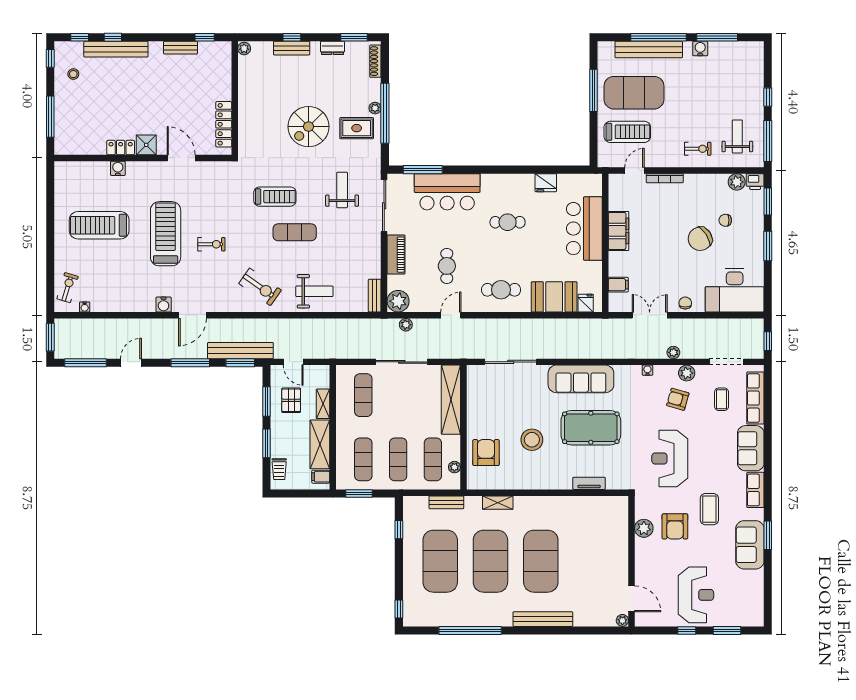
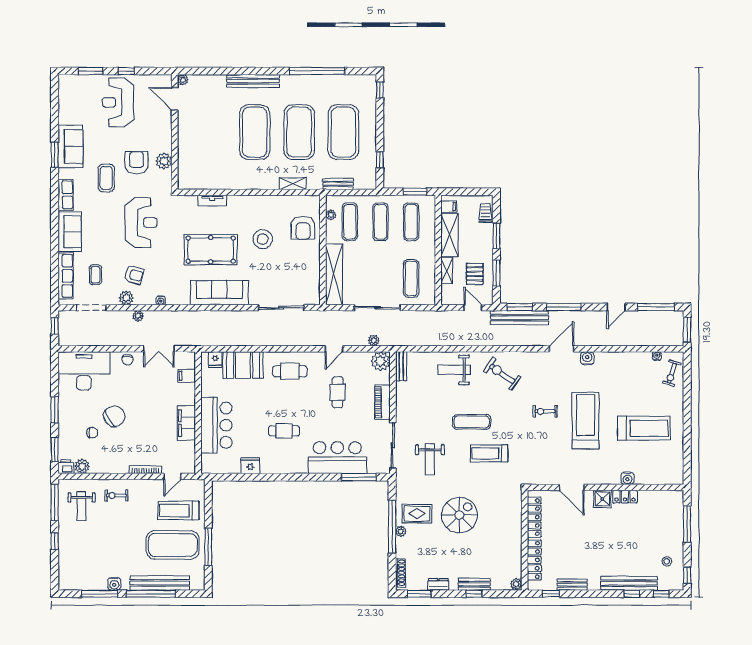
locker: (224, 76) -> (534, 560), added
treadmill: (166, 234) -> (585, 421), turned 180

